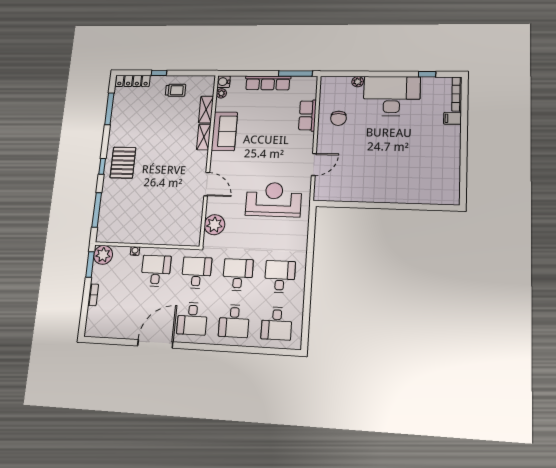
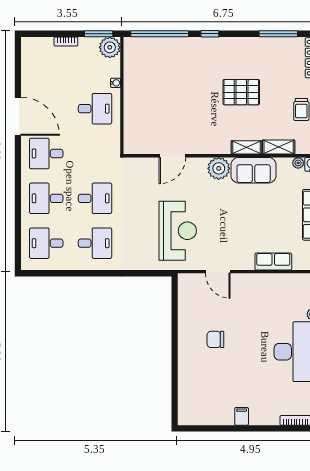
chair: (338, 118) -> (215, 339), moved
filing cabinet: (453, 118) -> (242, 416), moved
pallet: (123, 163) -> (241, 92), moved
door: (207, 184) -> (172, 156), moved
window: (97, 210) -> (160, 34), width x1.46
plant: (214, 225) -> (219, 168), moved
desk: (196, 273) -> (95, 153), removed

